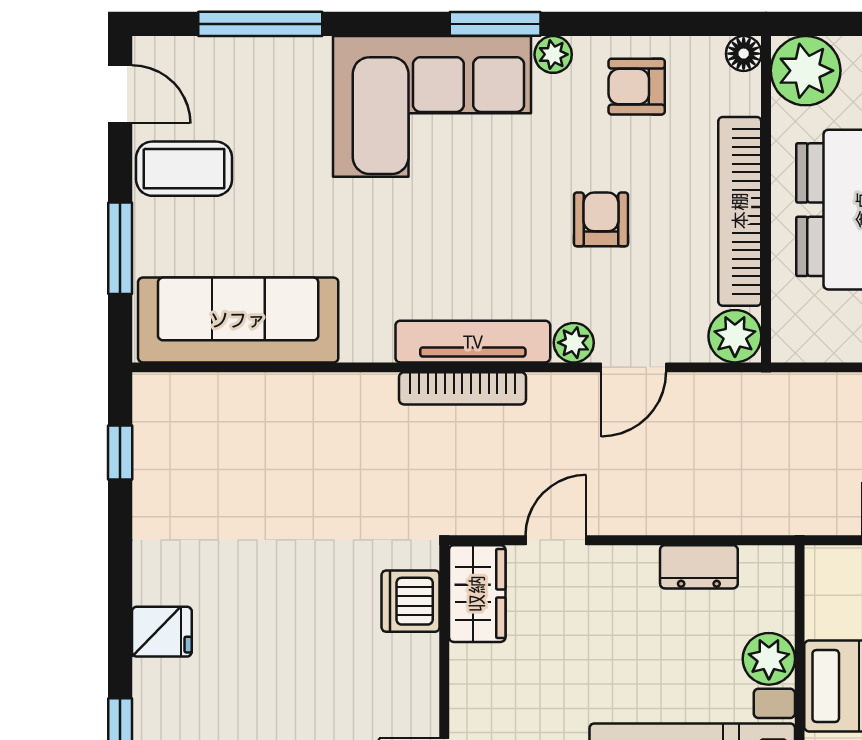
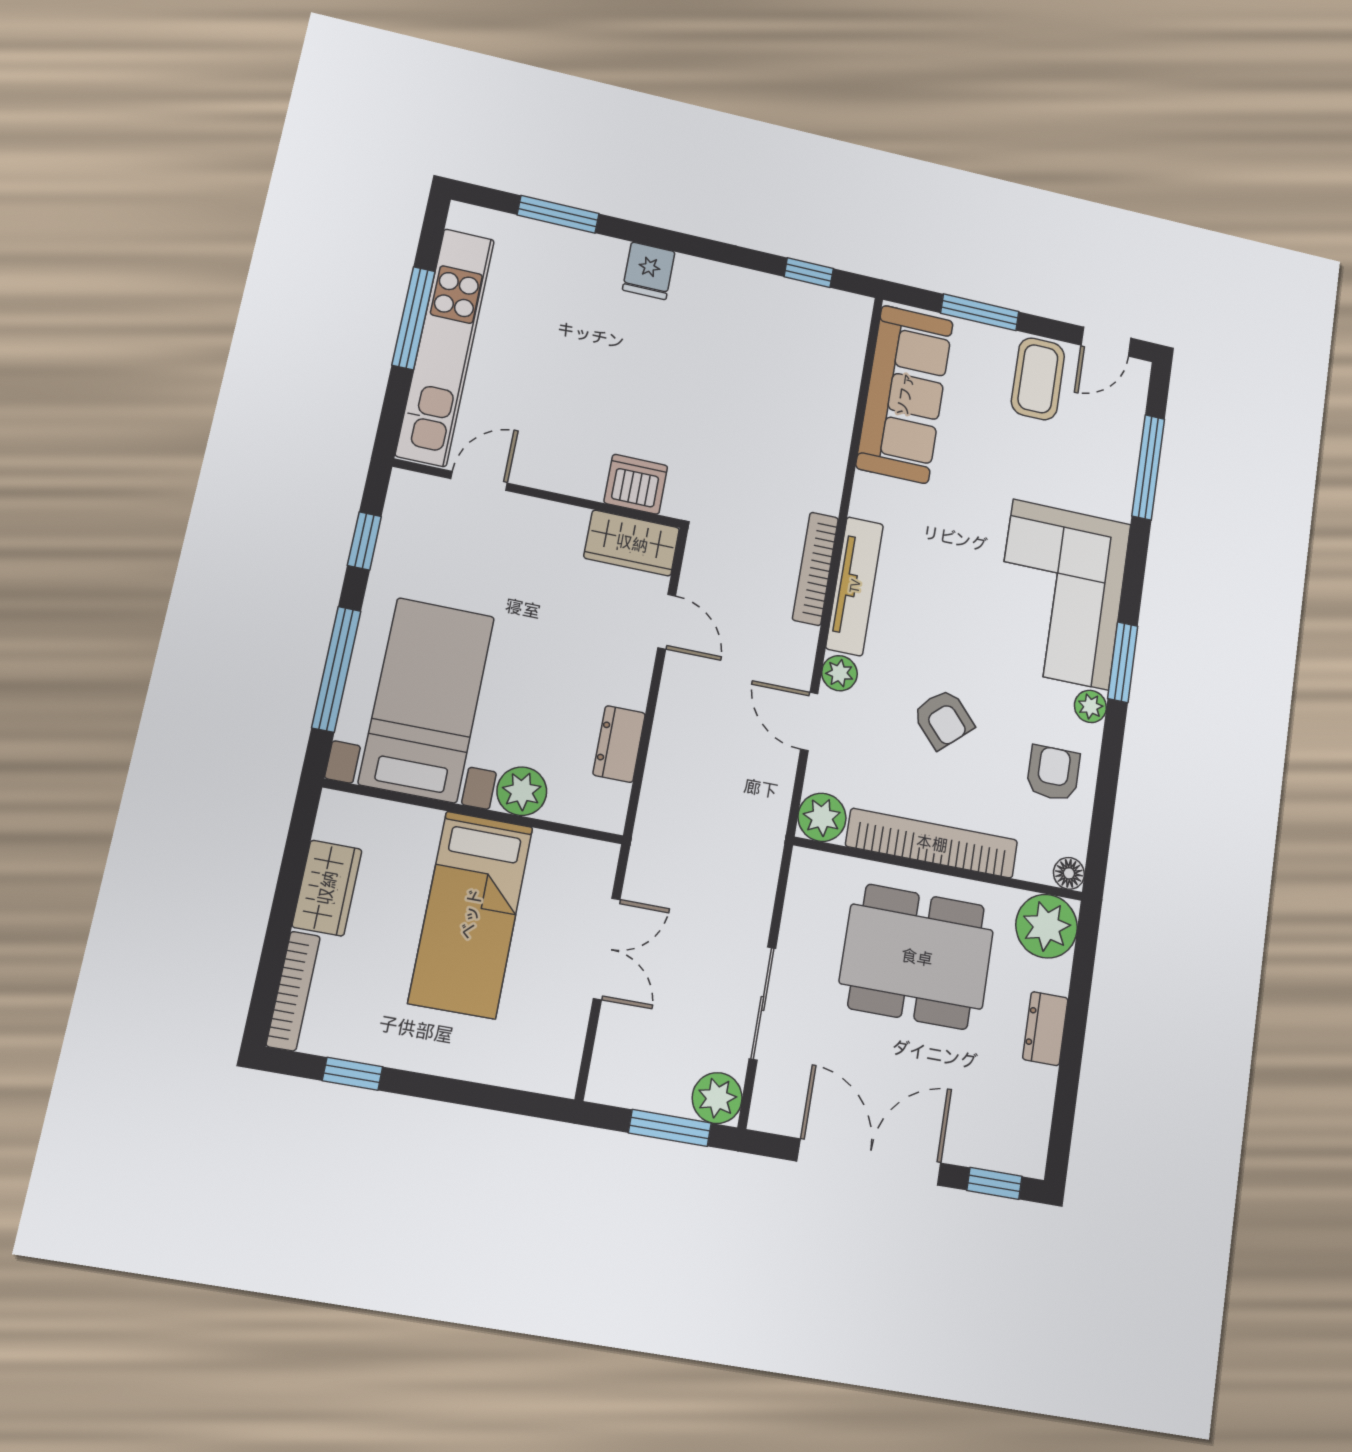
armchair: (601, 219) -> (943, 719), turned 48

